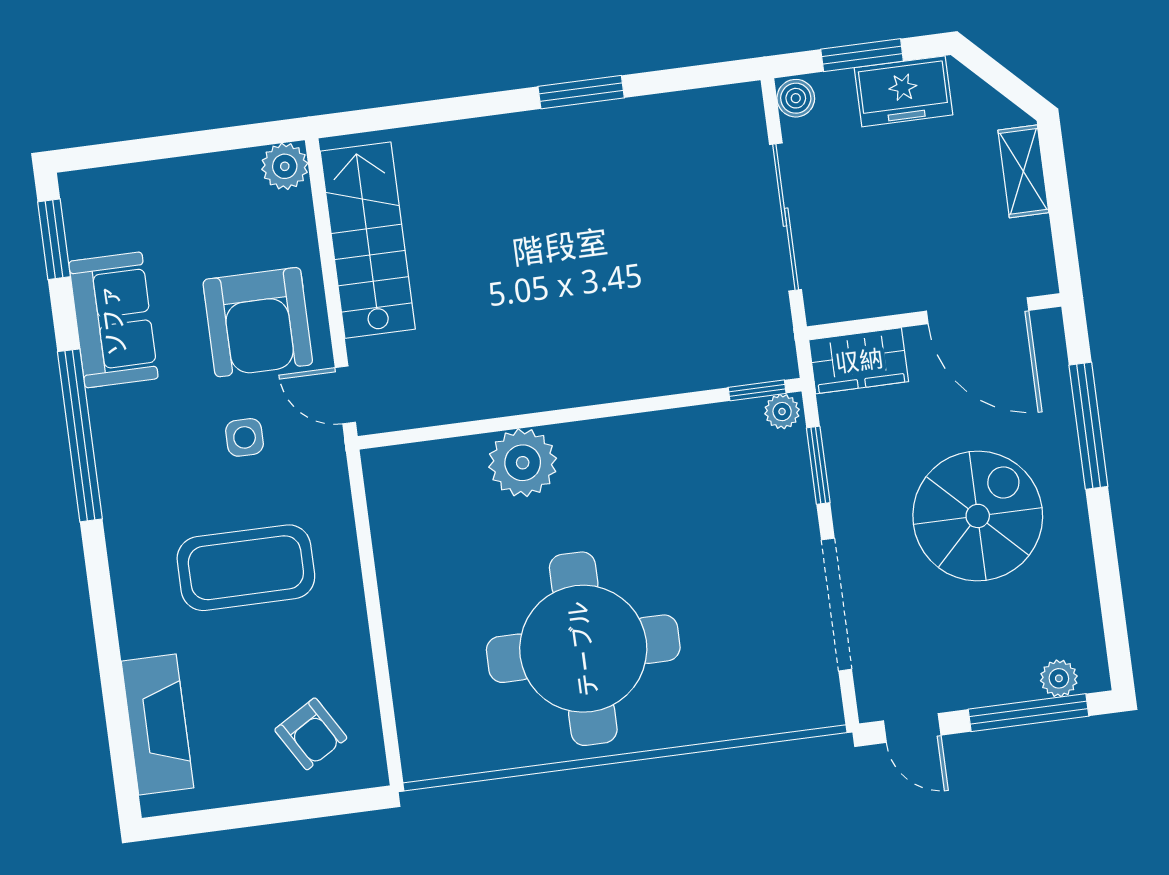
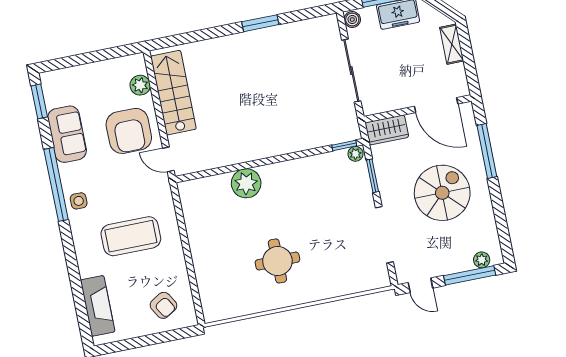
plant: (285, 166) -> (140, 85), moved
side table: (245, 437) -> (79, 201), moved
round table: (583, 649) -> (277, 261), width x0.54, depth x0.54

